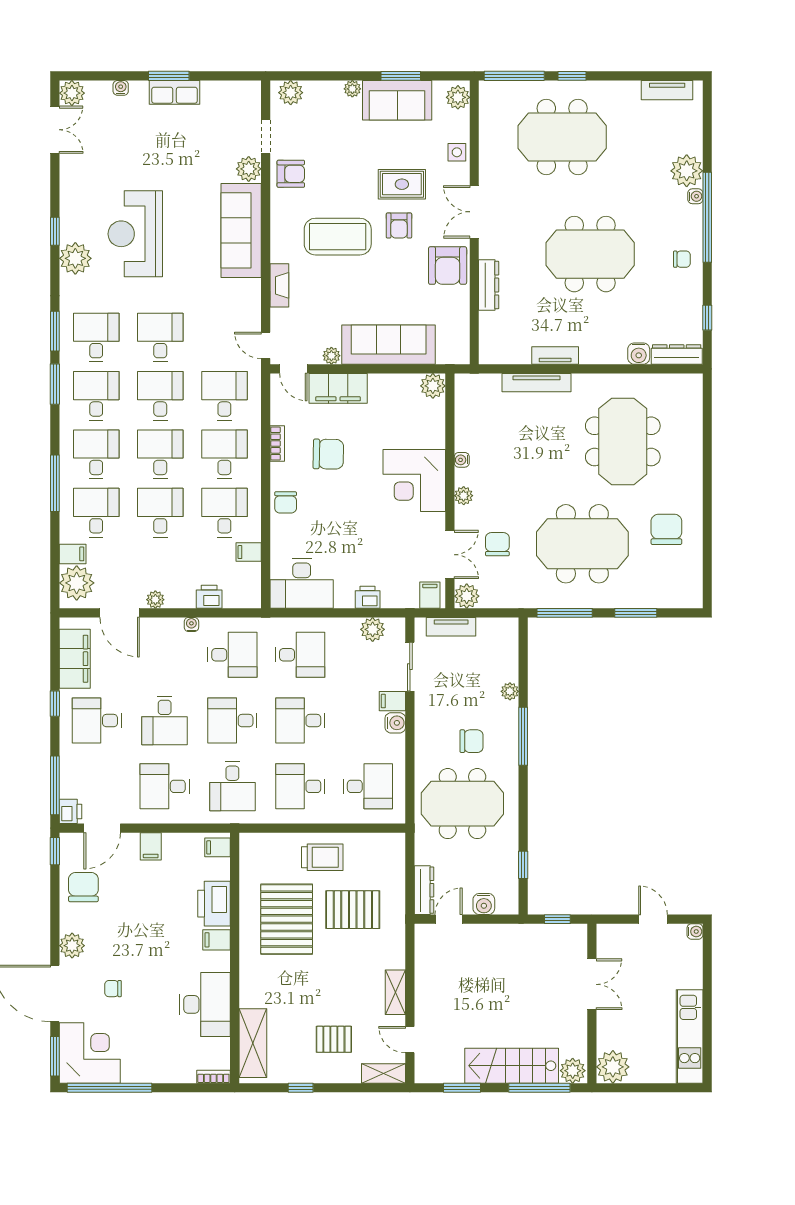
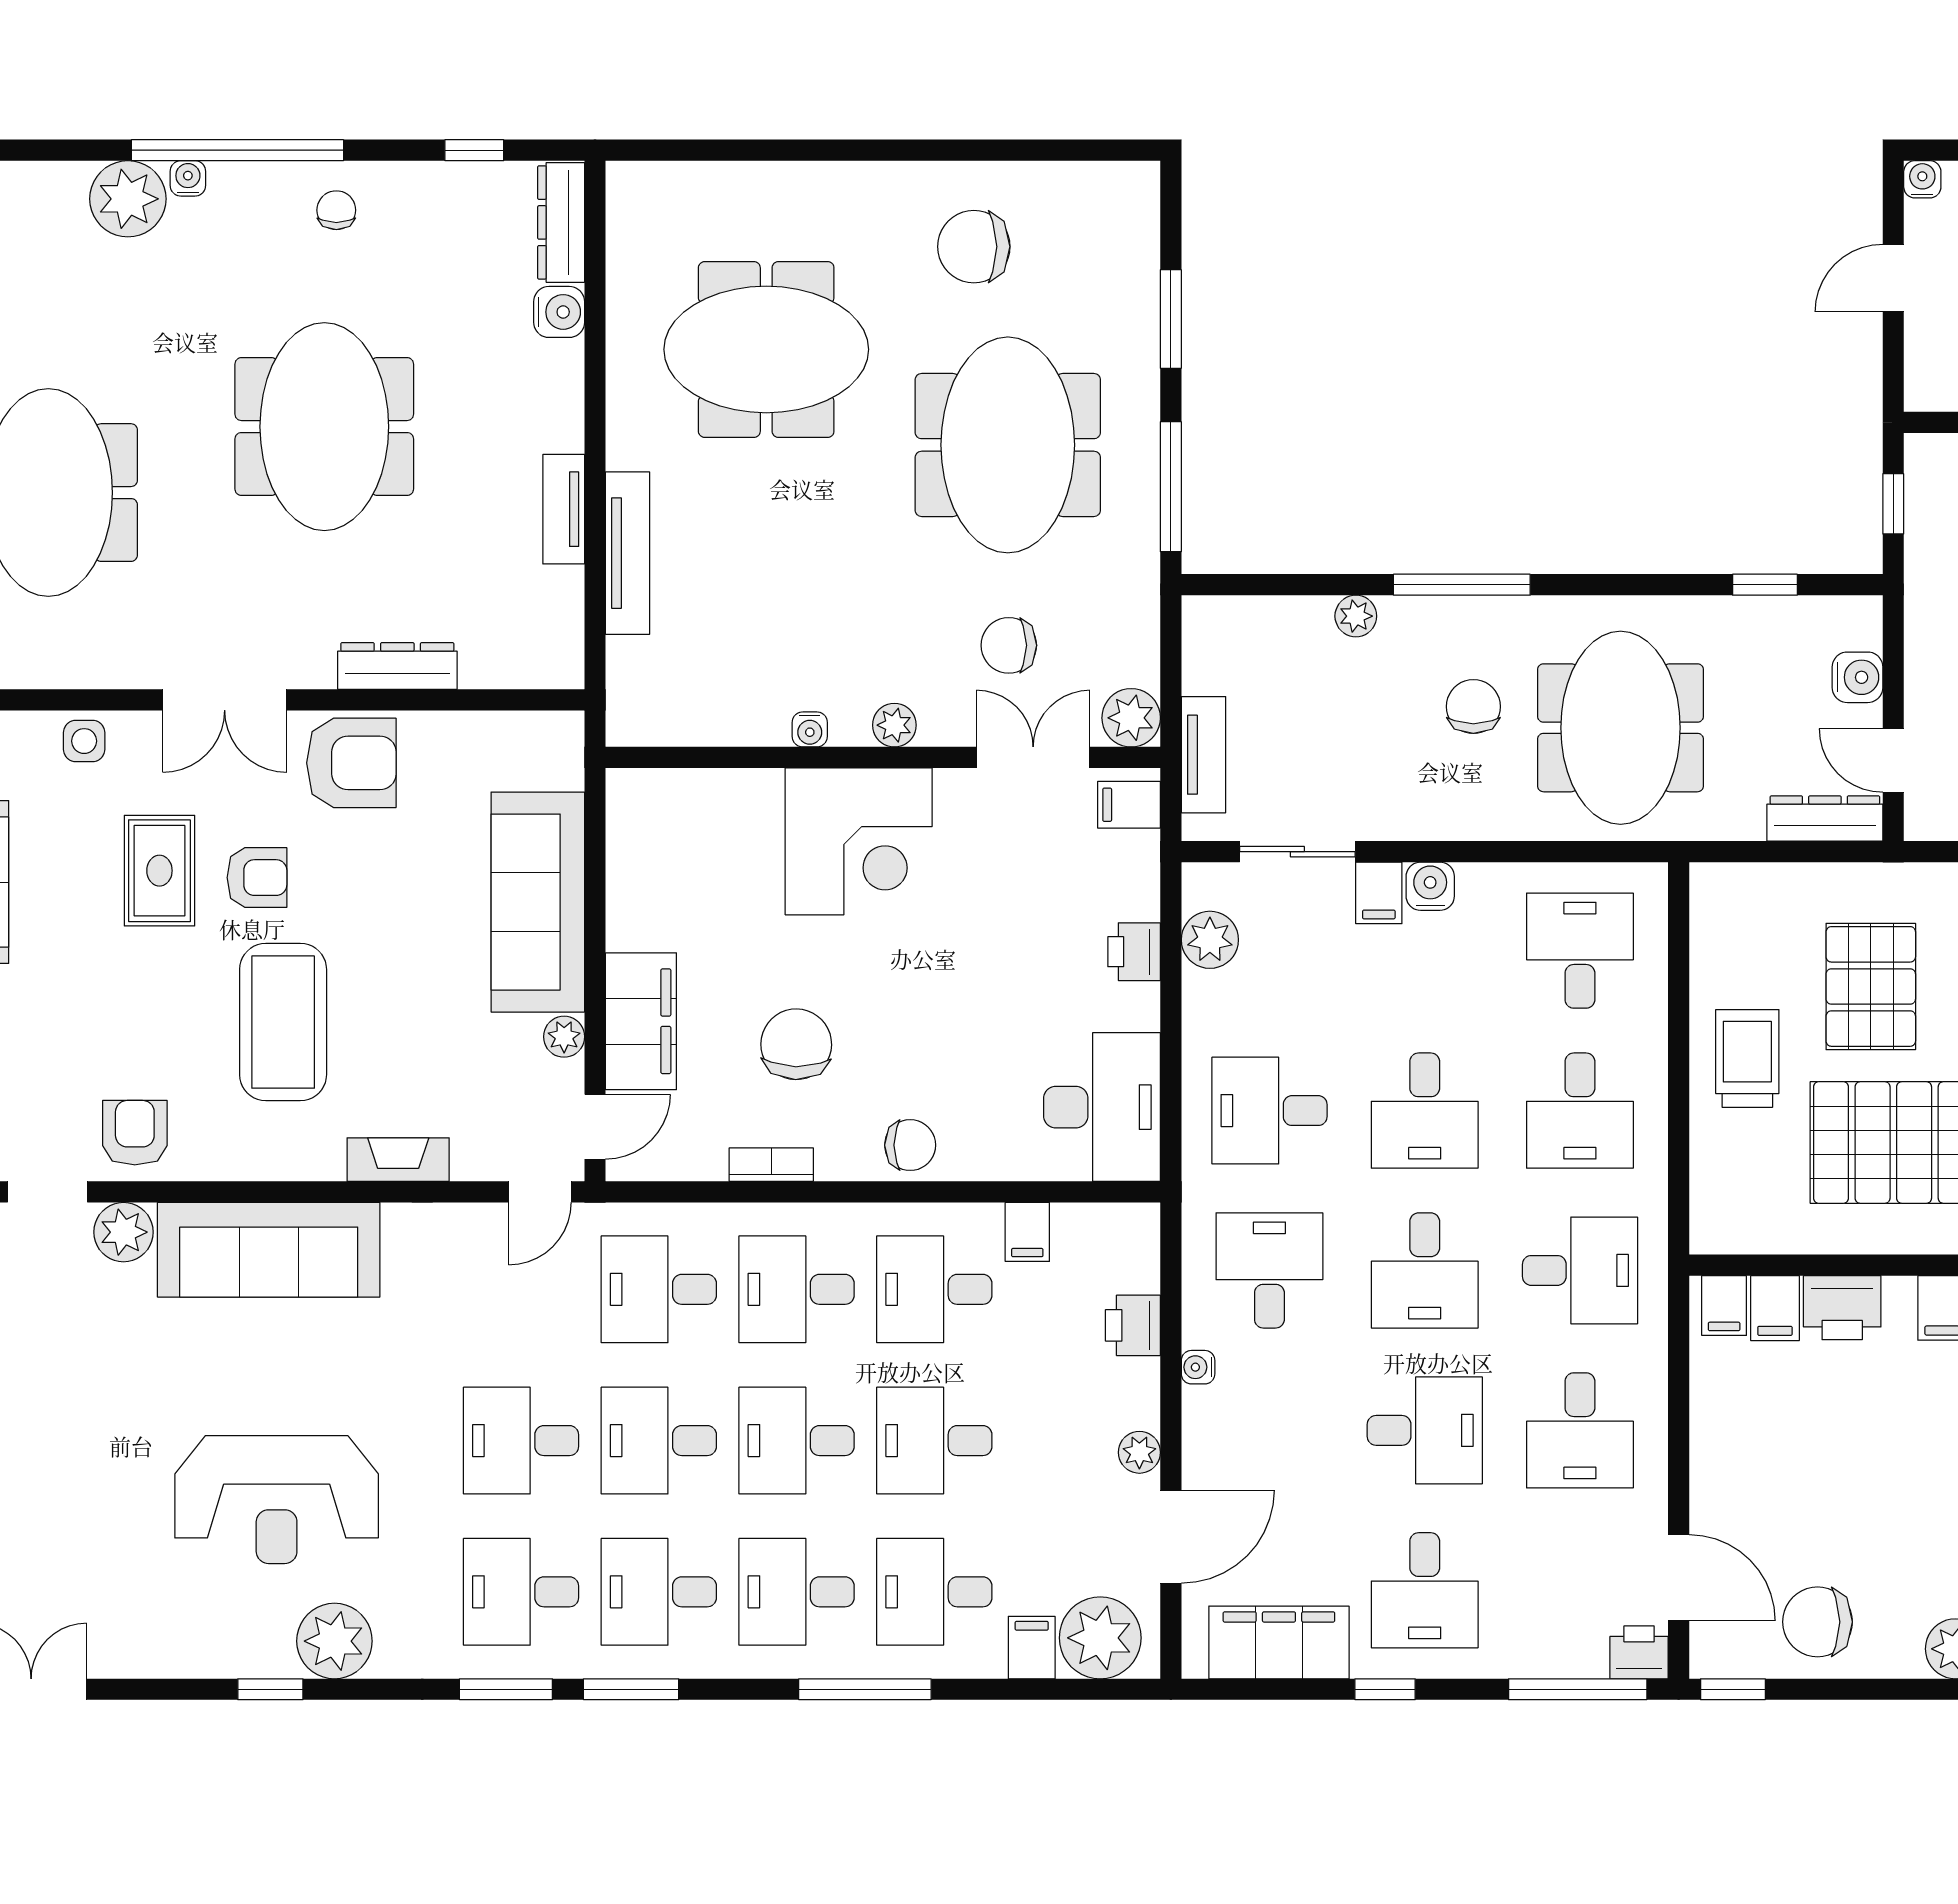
plant: (433, 386) -> (635, 798), removed
desk: (300, 655) -> (1269, 1111), turned -90
filing cabinet: (151, 846) -> (1775, 1308), moved, turned 90
printer: (214, 904) -> (1842, 1308), width x0.73, depth x0.84

